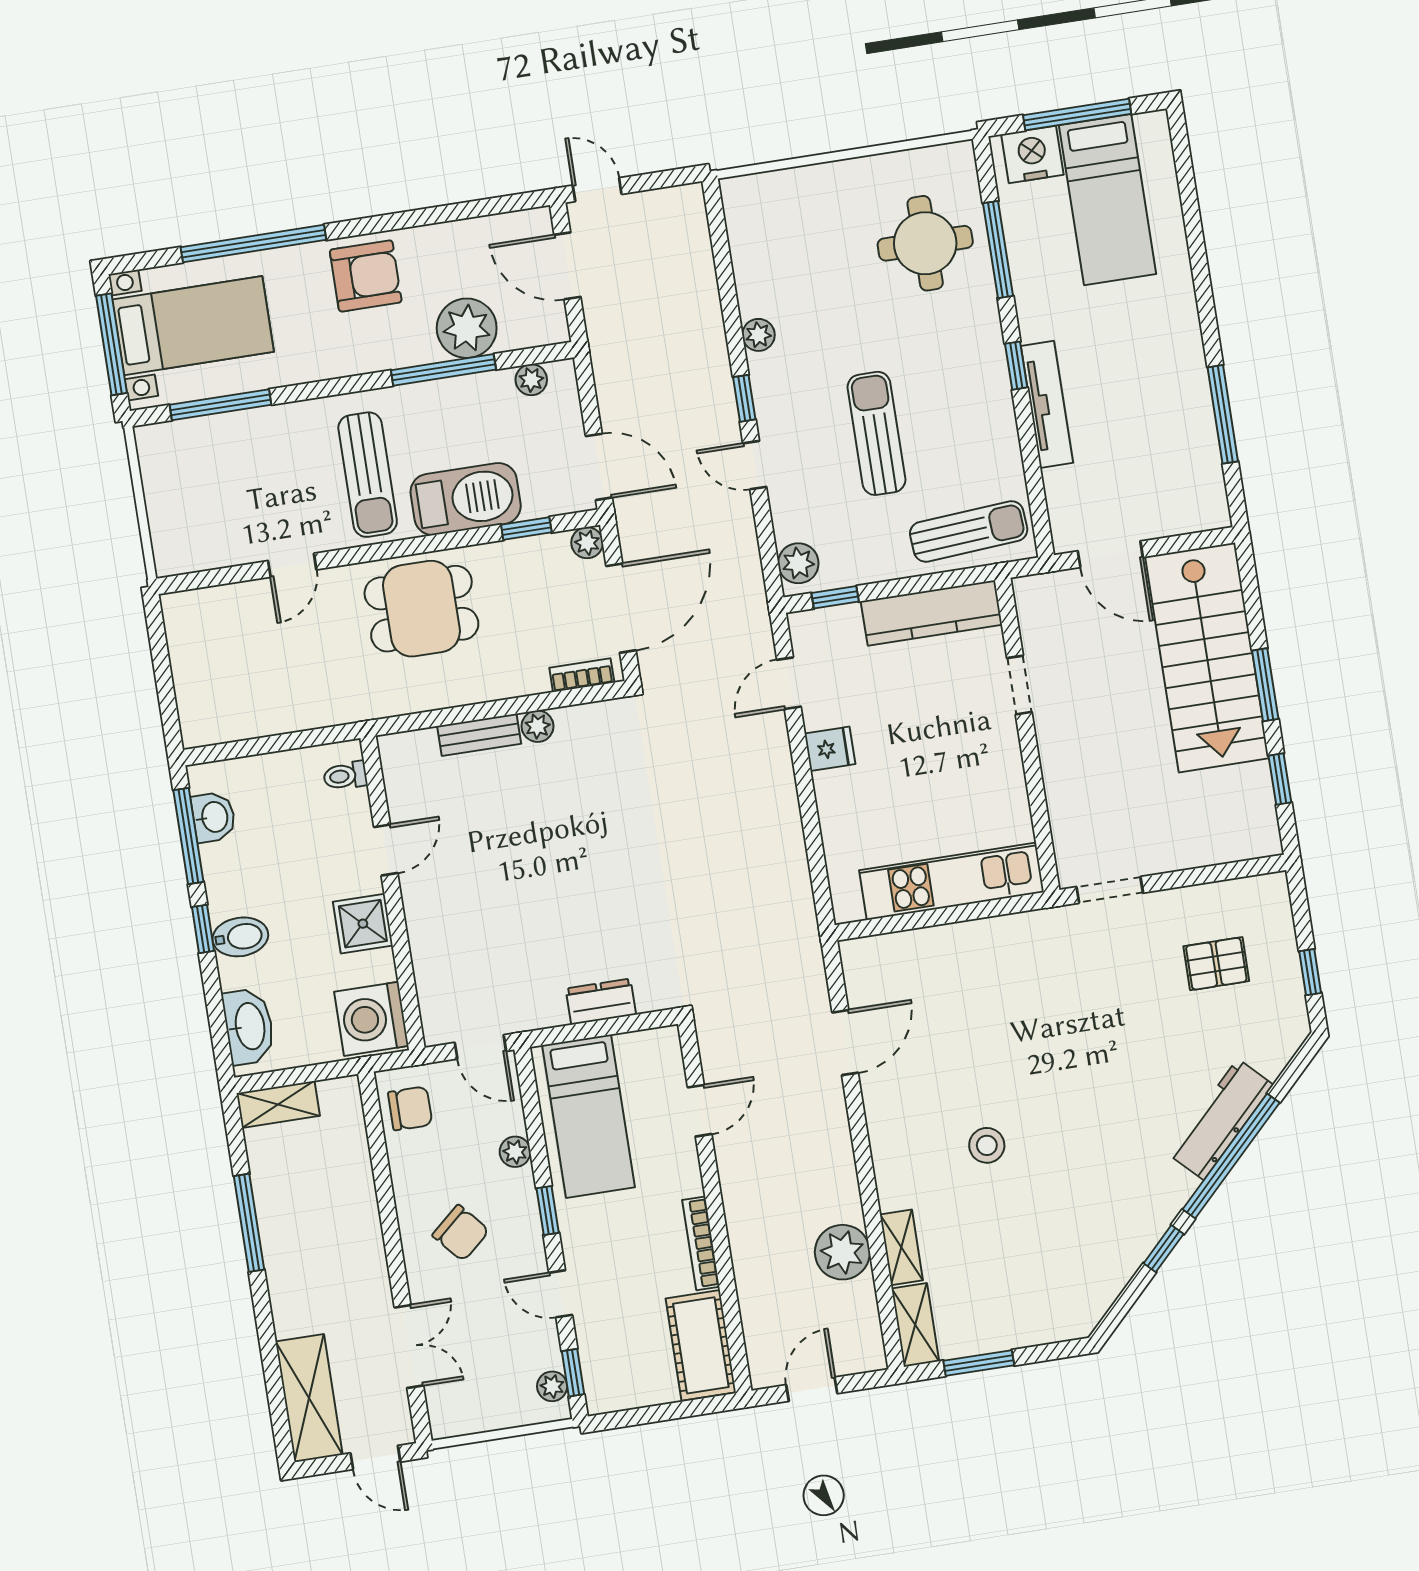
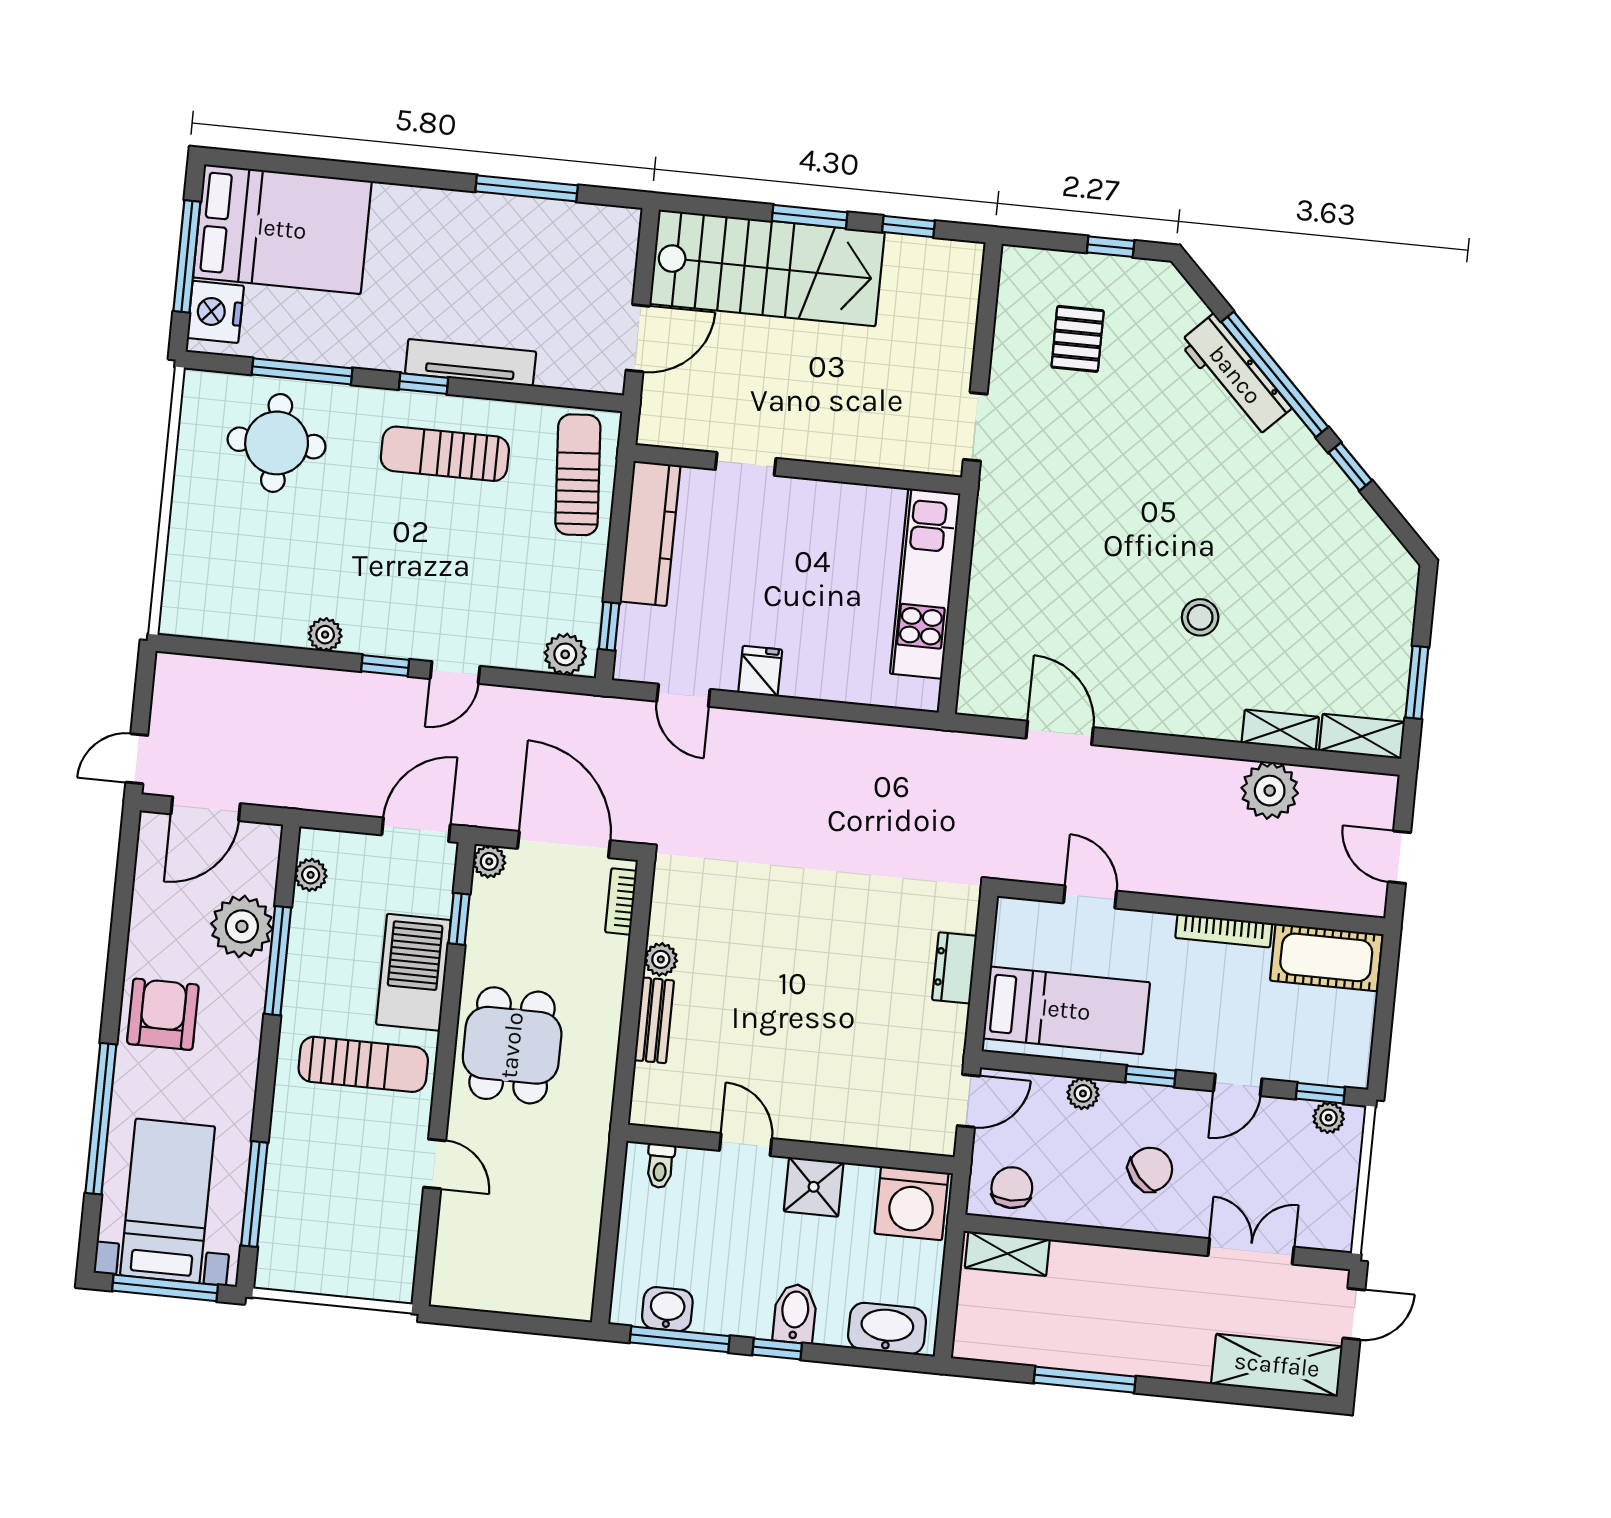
bed: (1108, 200) -> (282, 229), width x1.50
sun lounger: (876, 433) -> (445, 454), moved
shelving: (278, 1104) -> (1007, 1254), moved, turned 90

